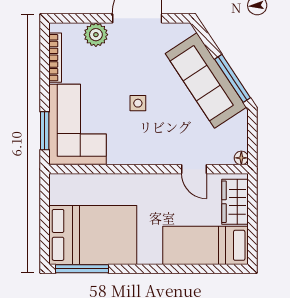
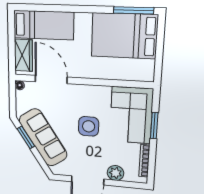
window: (233, 78) -> (26, 137), width x0.69
side table: (138, 103) -> (89, 126), width x1.87, depth x1.87
window: (45, 131) -> (154, 126), moved
door: (194, 169) -> (51, 79), width x1.88

